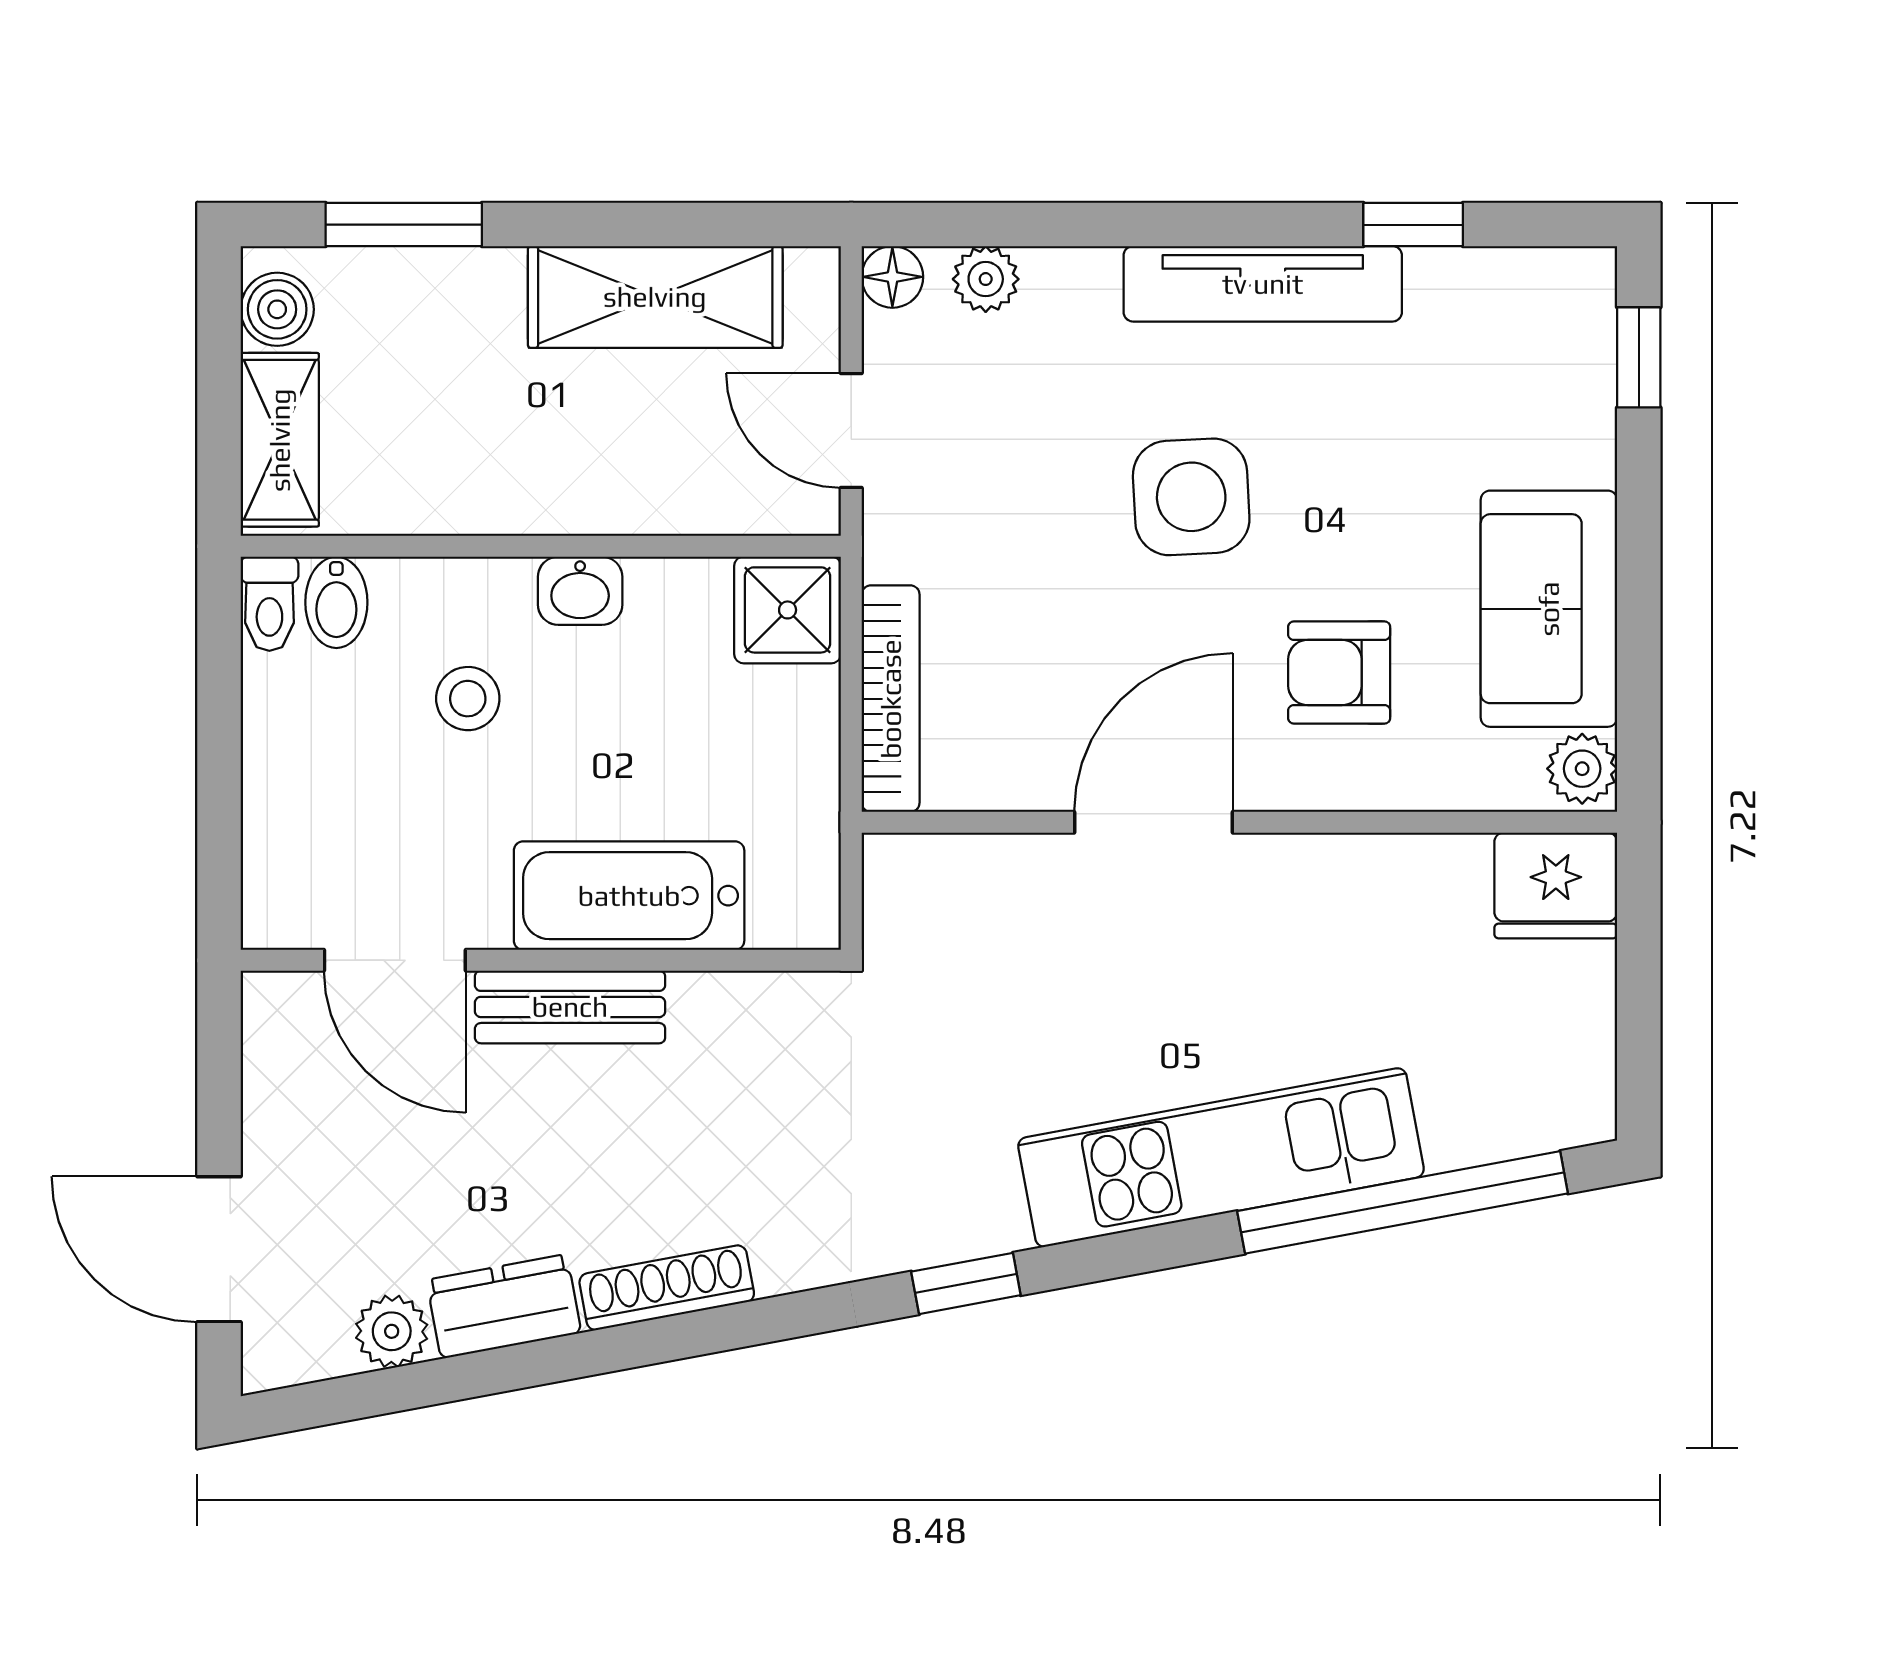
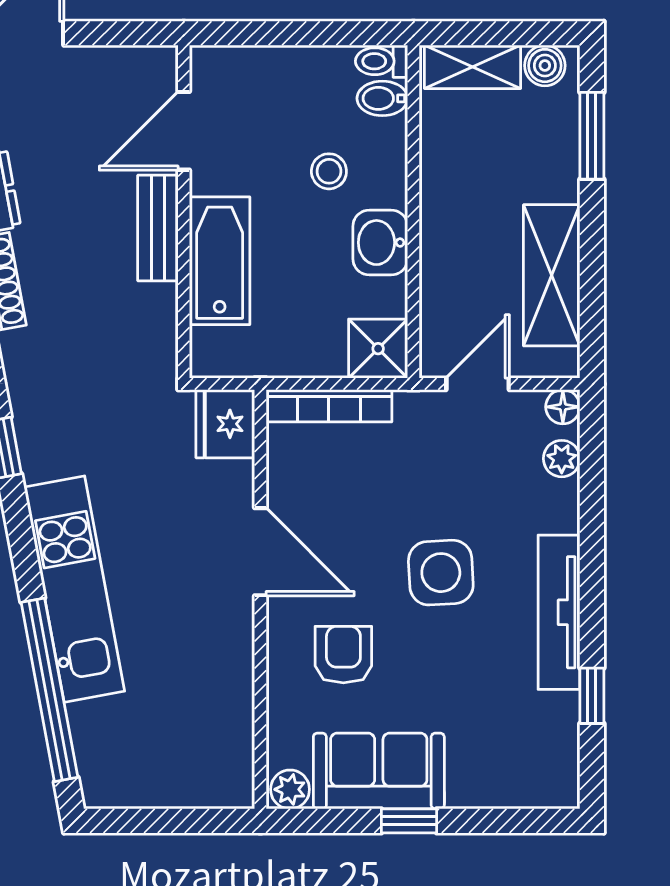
window: (1639, 357) -> (409, 821), moved
washbasin: (580, 591) -> (380, 243), width x1.38, depth x1.45
fridge: (1556, 886) -> (225, 424), moved

